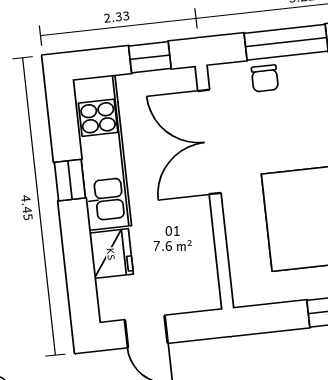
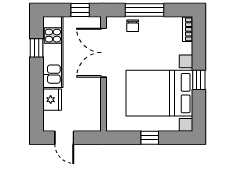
window: (70, 180) -> (37, 48), moved

